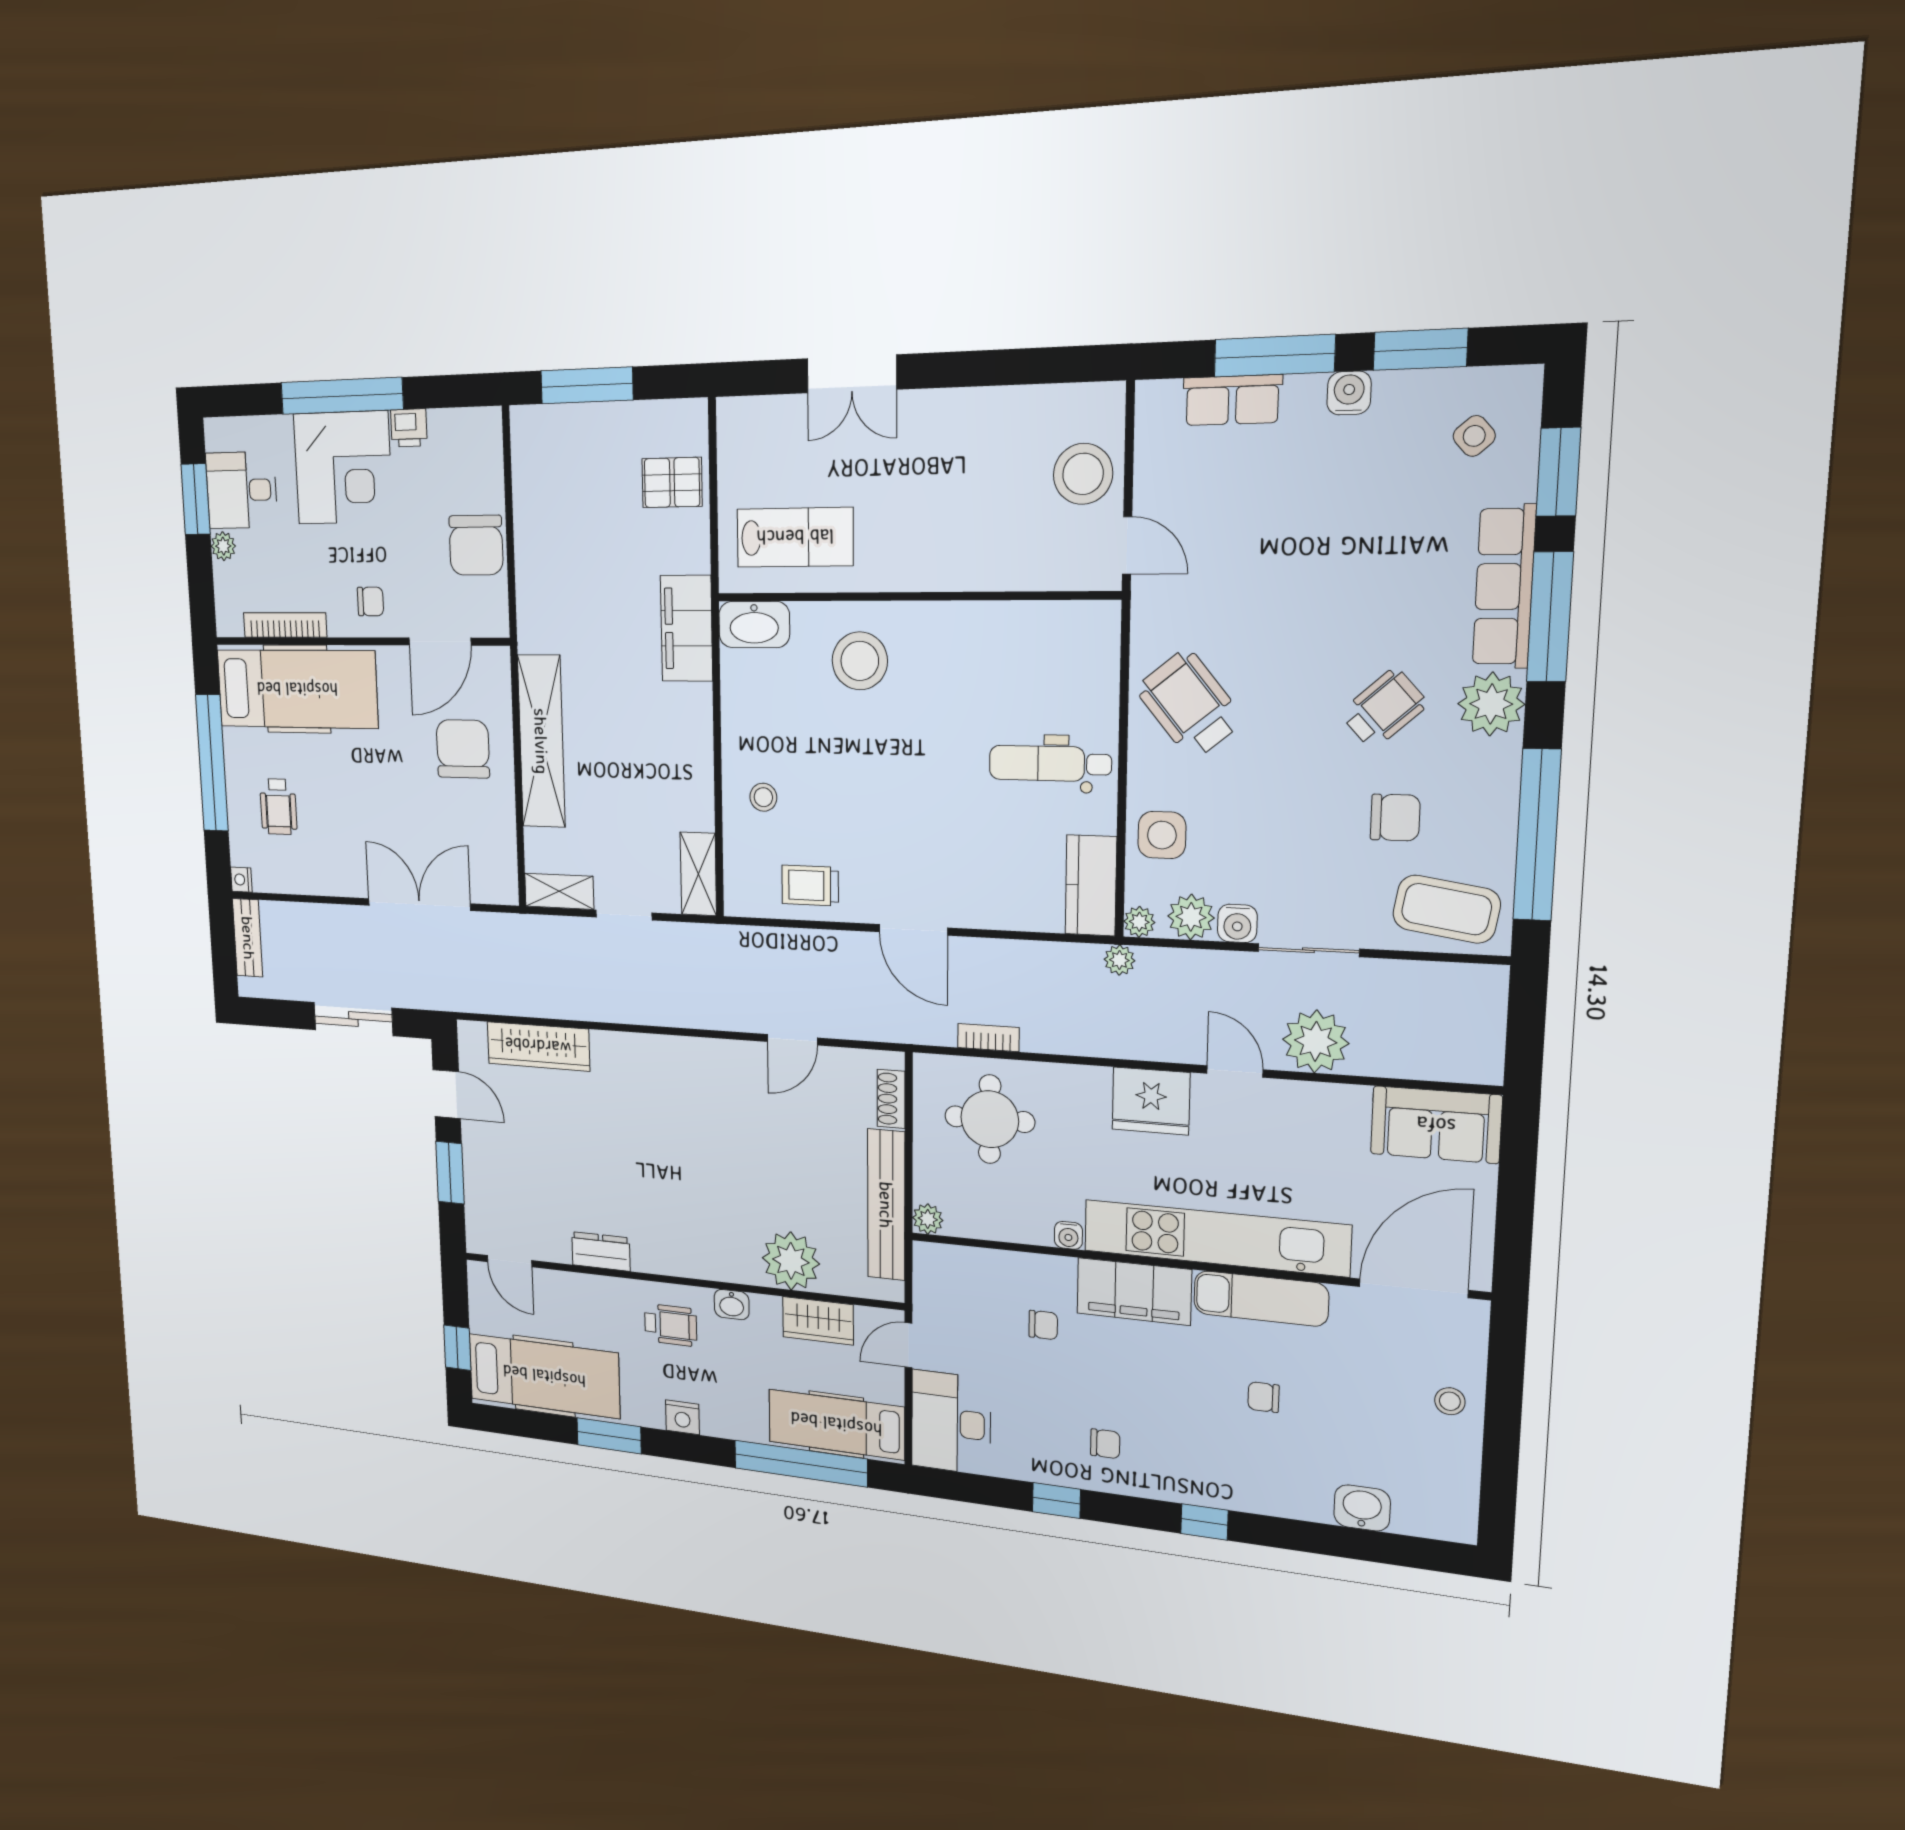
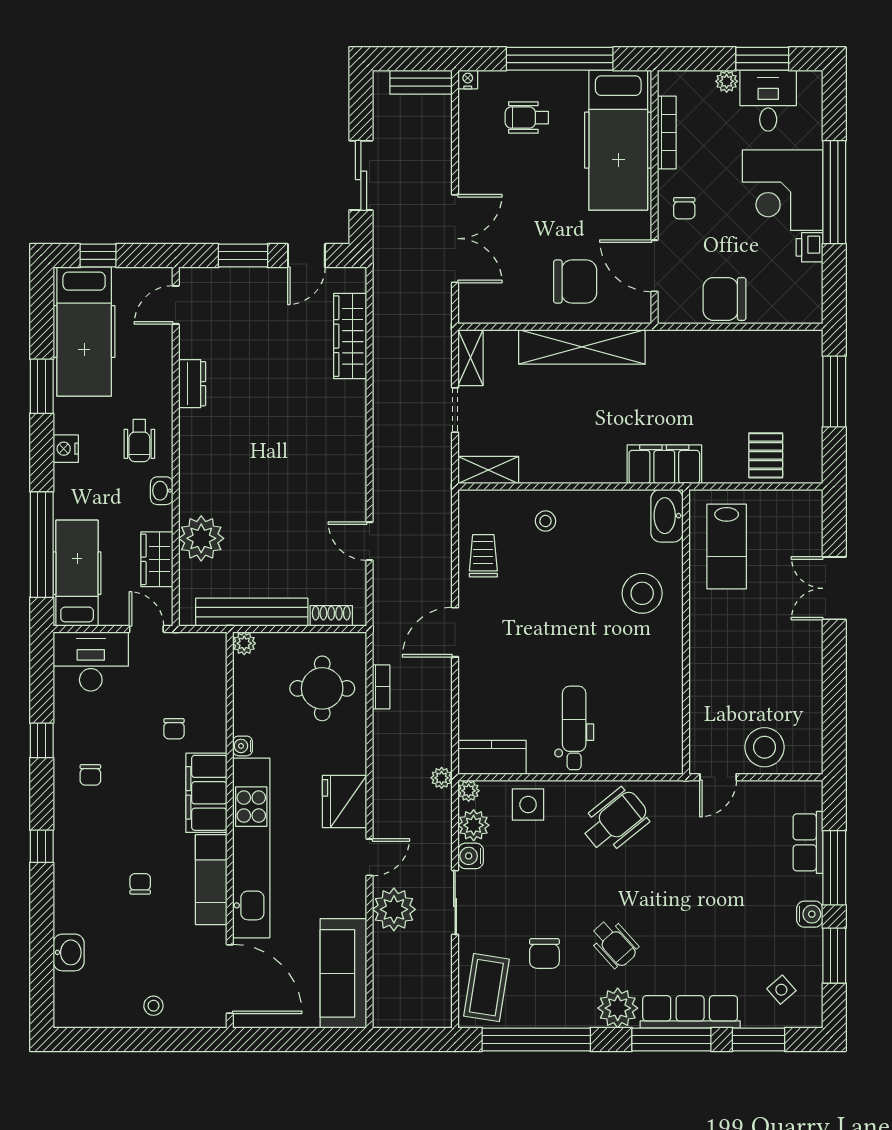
sofa: (1436, 1125) -> (343, 973), width x1.36

